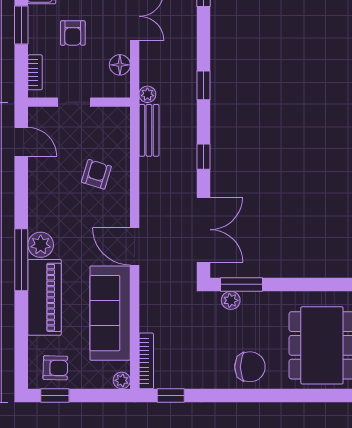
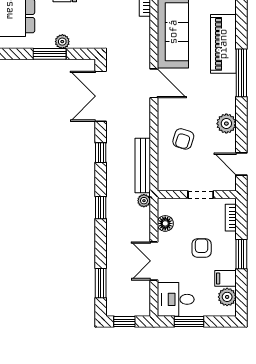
bench: (149, 130) -> (143, 166), width x1.36
plant: (41, 245) -> (226, 124), moved
window: (241, 284) -> (50, 54), moved
plant: (231, 300) -> (62, 42), moved

